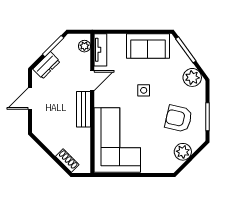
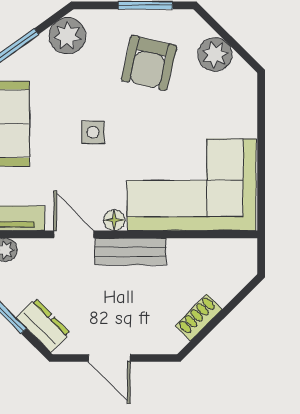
floor lamp: (99, 101) -> (114, 220), added
shoe rack: (67, 160) -> (199, 317), moved

